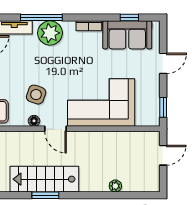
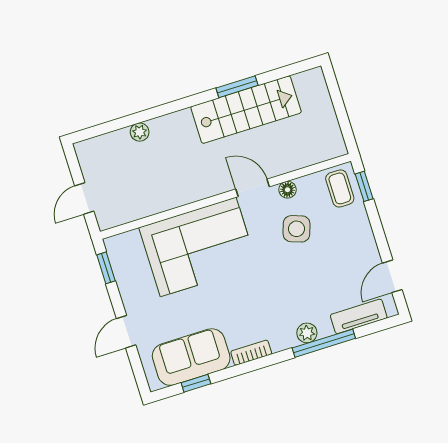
plant: (50, 33) -> (307, 333), width x0.53, depth x0.53

